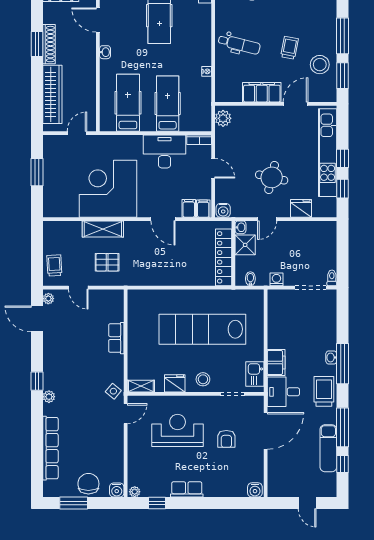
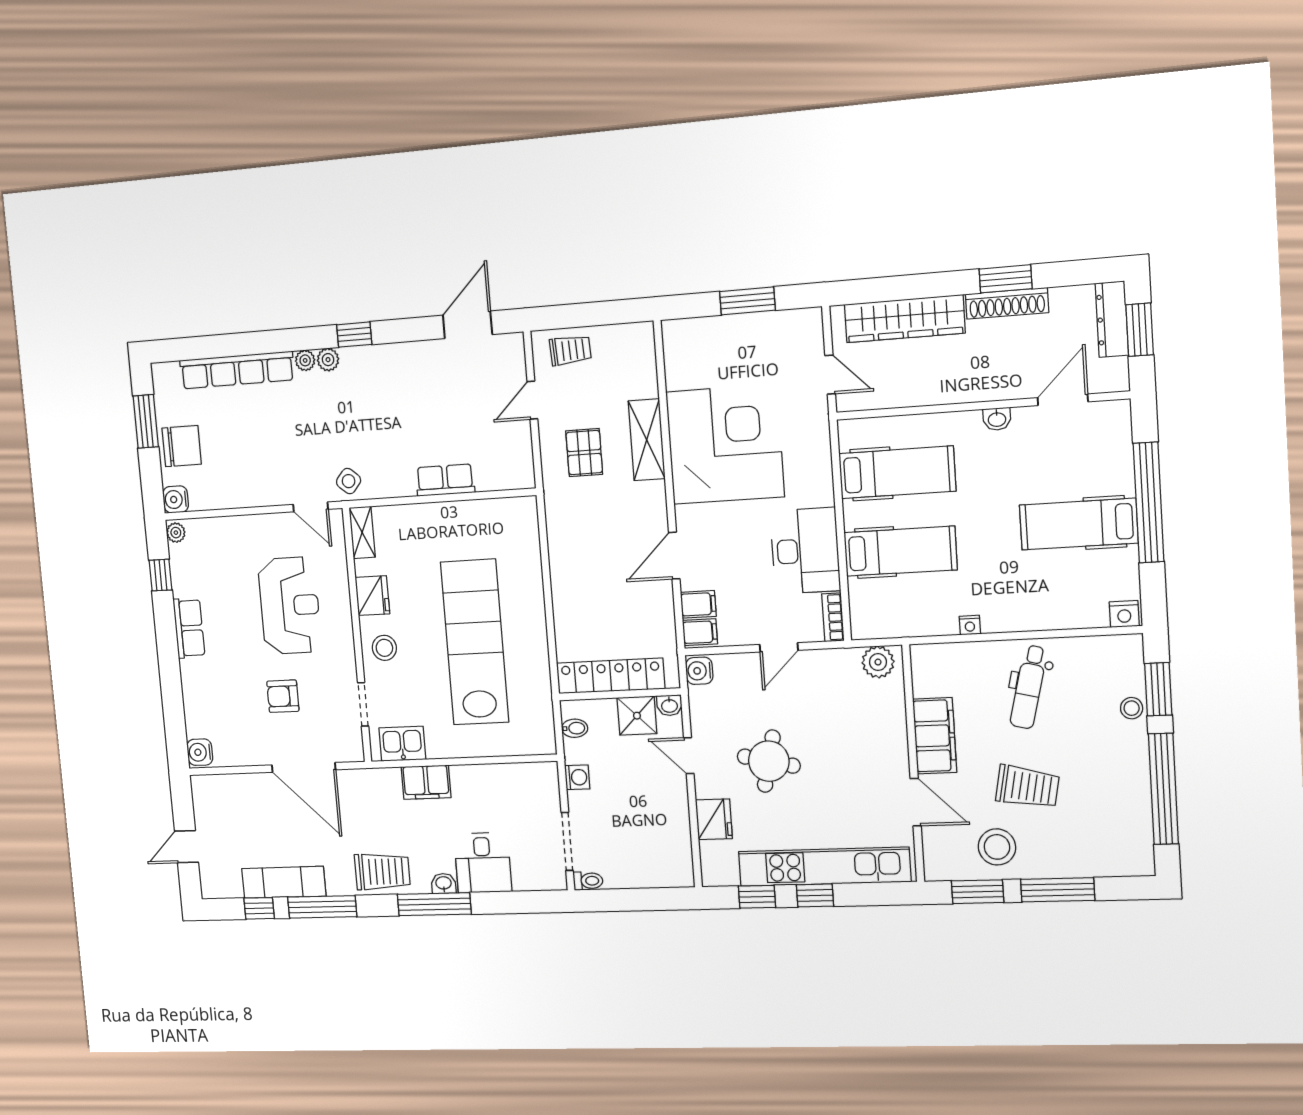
trolley: (290, 48) -> (1027, 787), width x1.36, depth x1.39
plant: (48, 299) -> (305, 360), moved
desk: (283, 392) -> (483, 863), moved, turned 180

